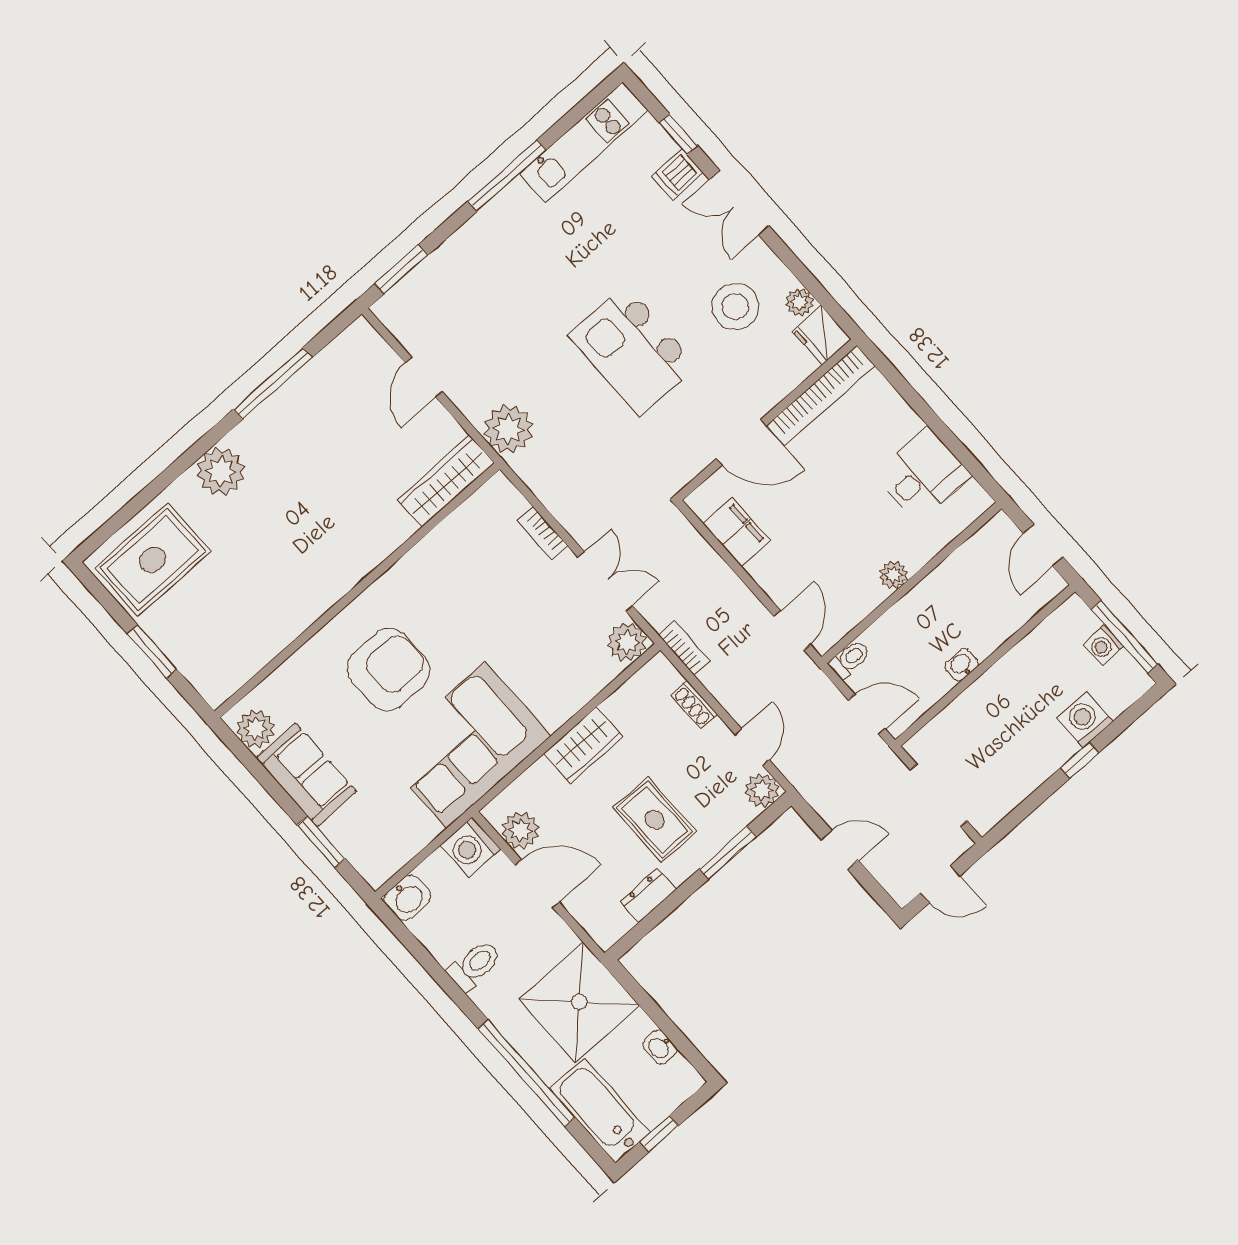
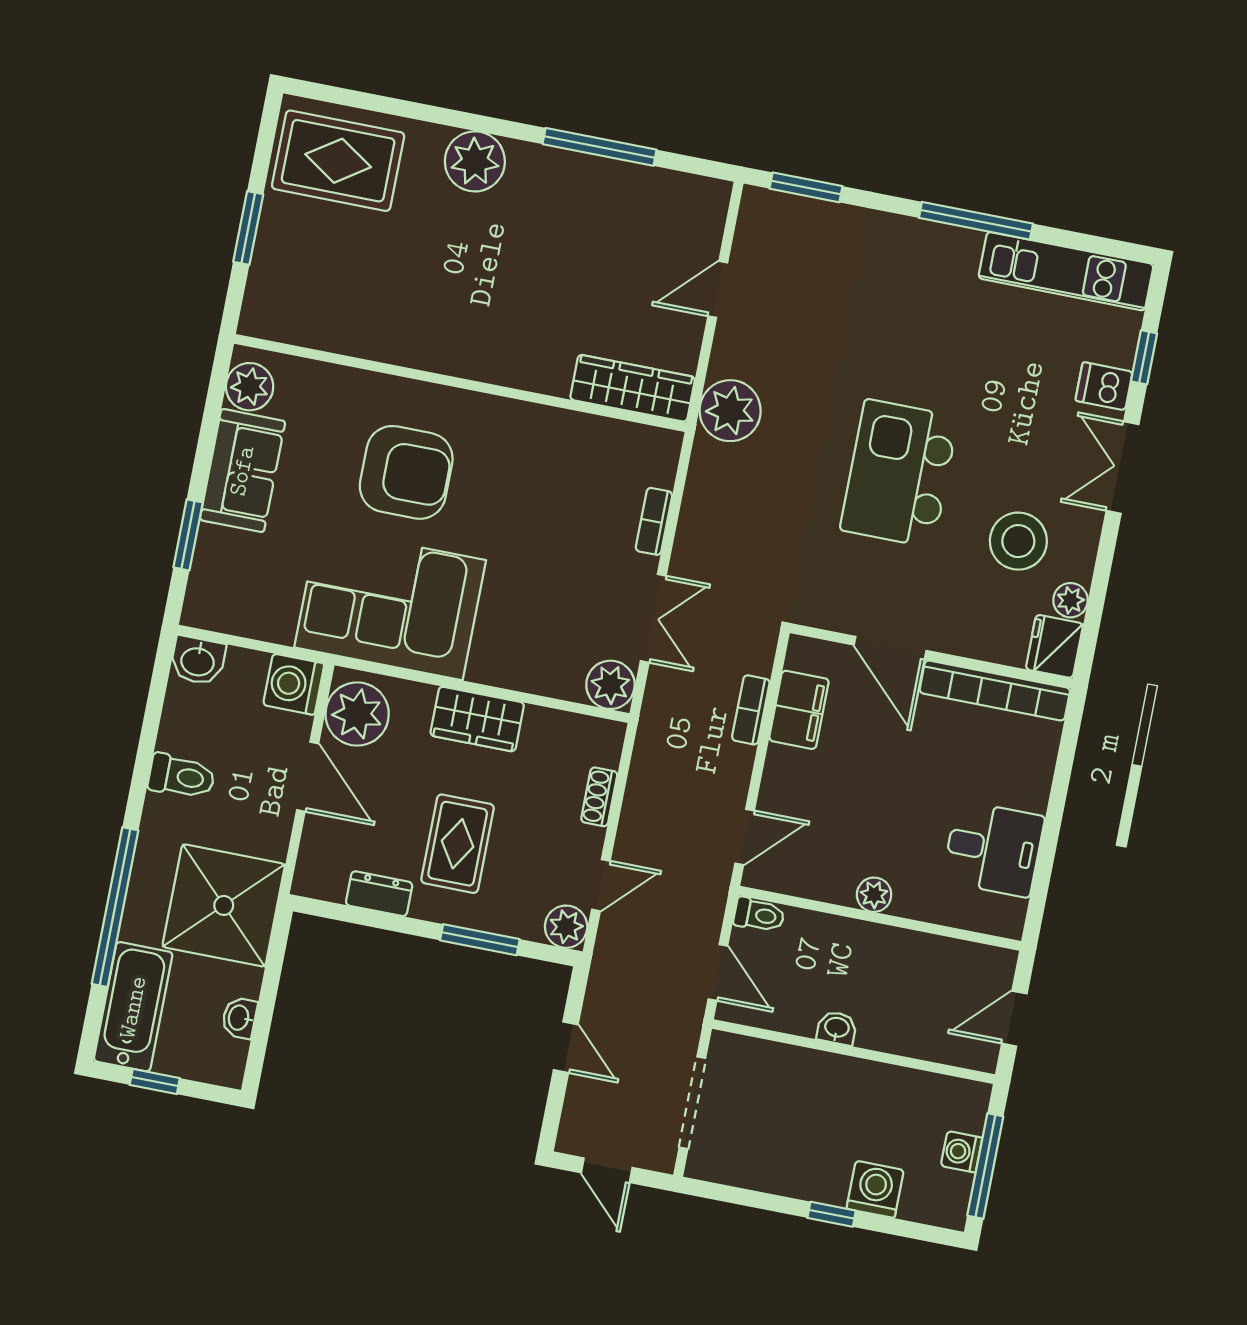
bookcase: (684, 648) -> (751, 710), moved, turned 180
plant: (520, 830) -> (357, 714), width x1.36, depth x1.36

